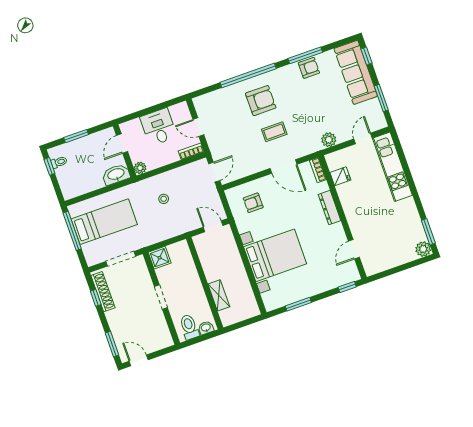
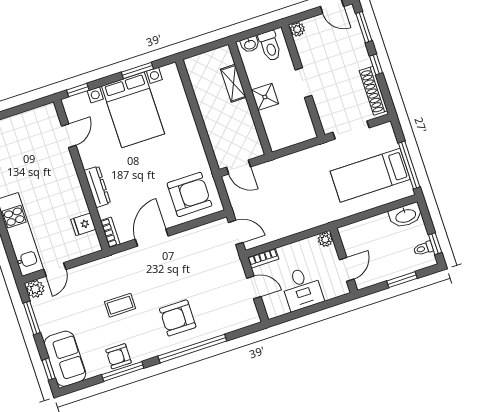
sofa: (356, 72) -> (65, 359), width x0.73
coffee table: (274, 132) -> (120, 305), moved
plant: (329, 140) -> (35, 289), moved
door: (284, 166) -> (152, 238), hinge flipped
door: (214, 172) -> (236, 232), swing flipped
washbasin: (116, 174) -> (406, 215), moved
stool: (164, 199) -> (298, 201), removed
armchair: (253, 203) -> (189, 194), width x1.88, depth x1.88
bed with nightstands: (275, 255) -> (133, 110), moved, turned -90
shower: (160, 258) -> (265, 97), moved
window: (96, 298) -> (376, 64), moved
plant: (167, 341) -> (297, 29), added

